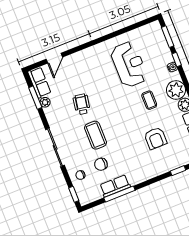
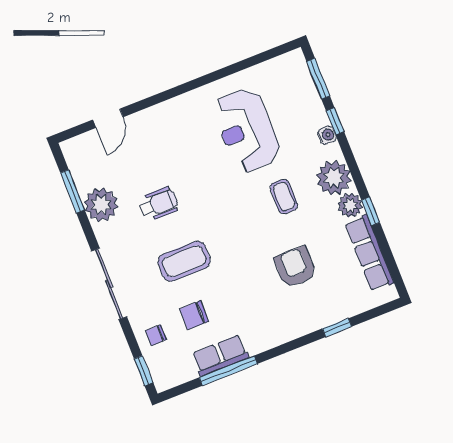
reception desk: (129, 64) -> (246, 130), turned 180
row of seats: (39, 82) -> (80, 163), removed
plant: (45, 102) -> (101, 205), width x1.87, depth x1.87
wheelchair: (82, 104) -> (159, 204), turned 80
coffee table: (95, 135) -> (184, 261), turned 90
armchair: (155, 138) -> (295, 267), turned 180

